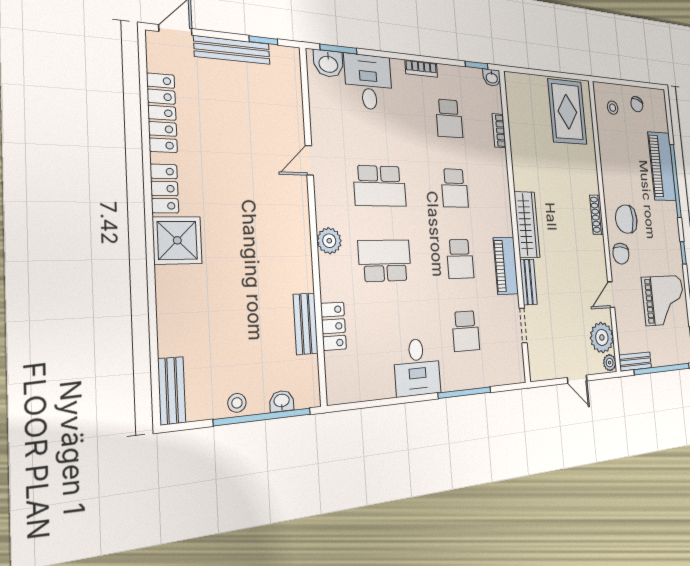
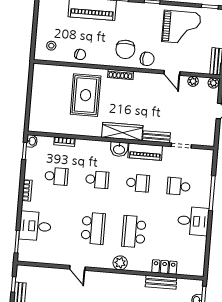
washbasin: (328, 64) -> (119, 149), moved, turned 90
chair: (637, 104) -> (80, 54), moved
rug: (567, 112) -> (86, 95), moved, turned 90
grand piano: (664, 300) -> (181, 27), turned 90
school desk: (466, 331) -> (179, 186), turned 180
plant: (602, 337) -> (193, 81), width x0.53, depth x0.53

